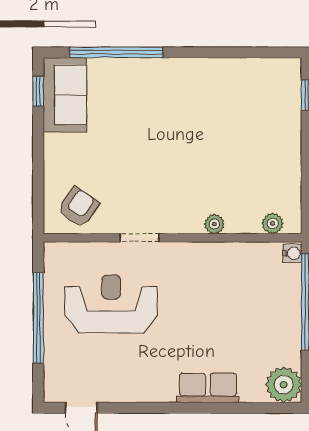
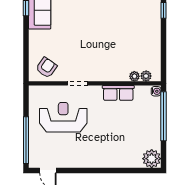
plant: (214, 224) -> (134, 76), moved
window: (38, 318) -> (26, 140), moved
row of seats: (208, 388) -> (118, 93), moved, turned 180

